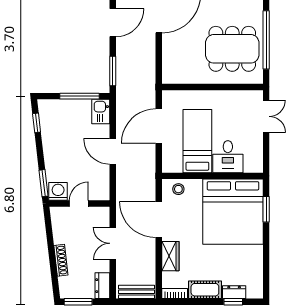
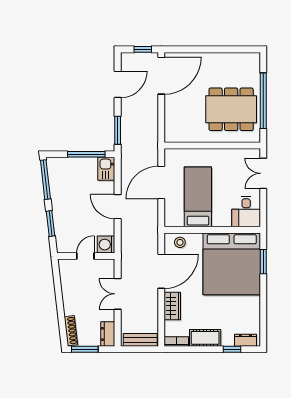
double door: (266, 116) -> (263, 173), swing flipped
window: (37, 123) -> (45, 180), width x2.17
desk: (228, 157) -> (246, 212), moved
window: (44, 183) -> (50, 223), moved
washing machine: (58, 191) -> (106, 245), moved, turned -90
door: (159, 220) -> (161, 271), swing flipped
shoe rack: (61, 260) -> (71, 331), moved
dresser: (234, 292) -> (245, 340), moved

